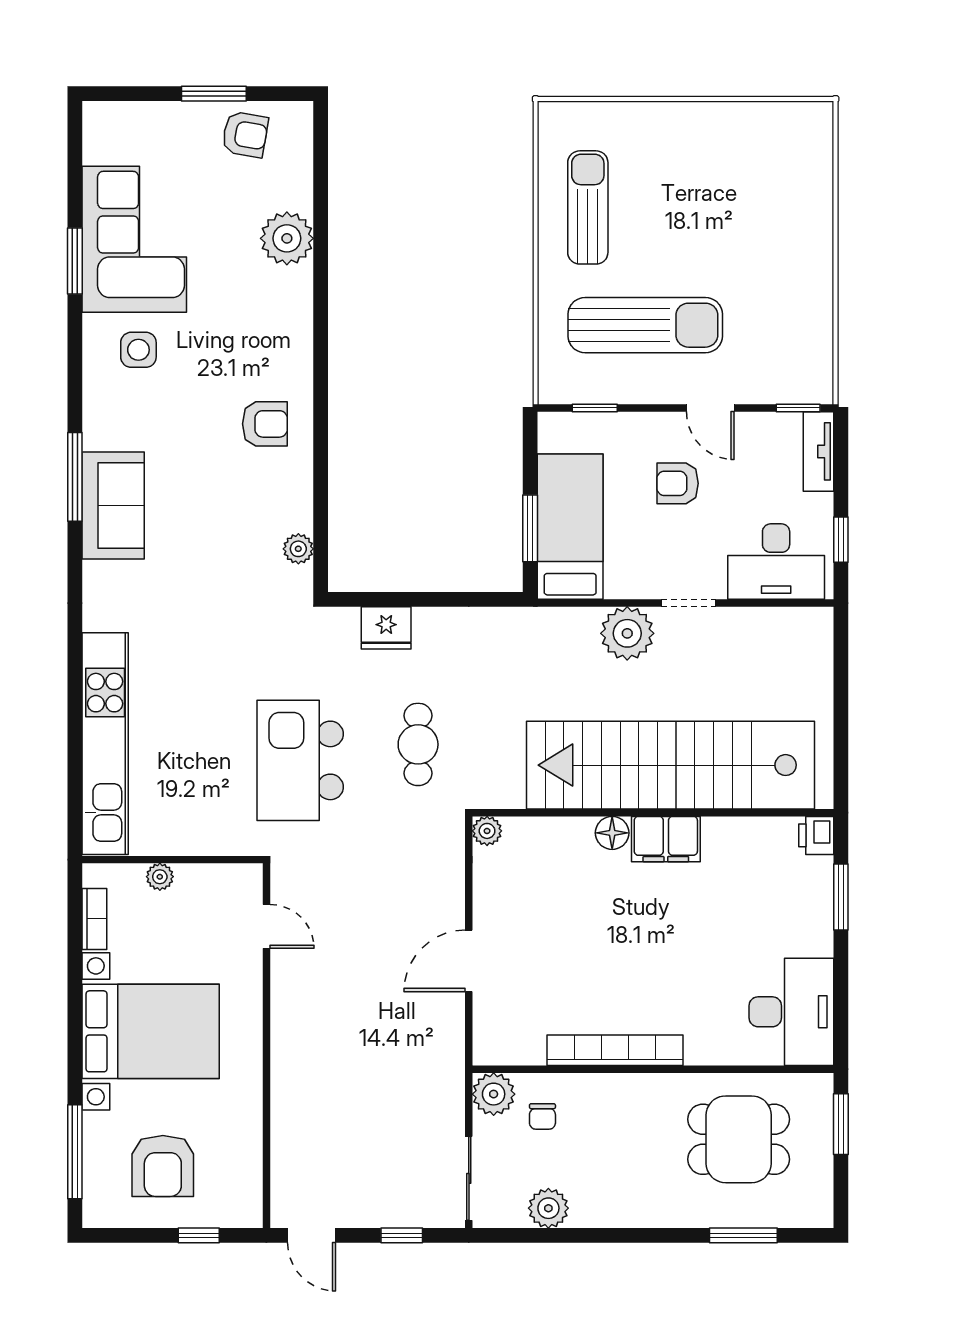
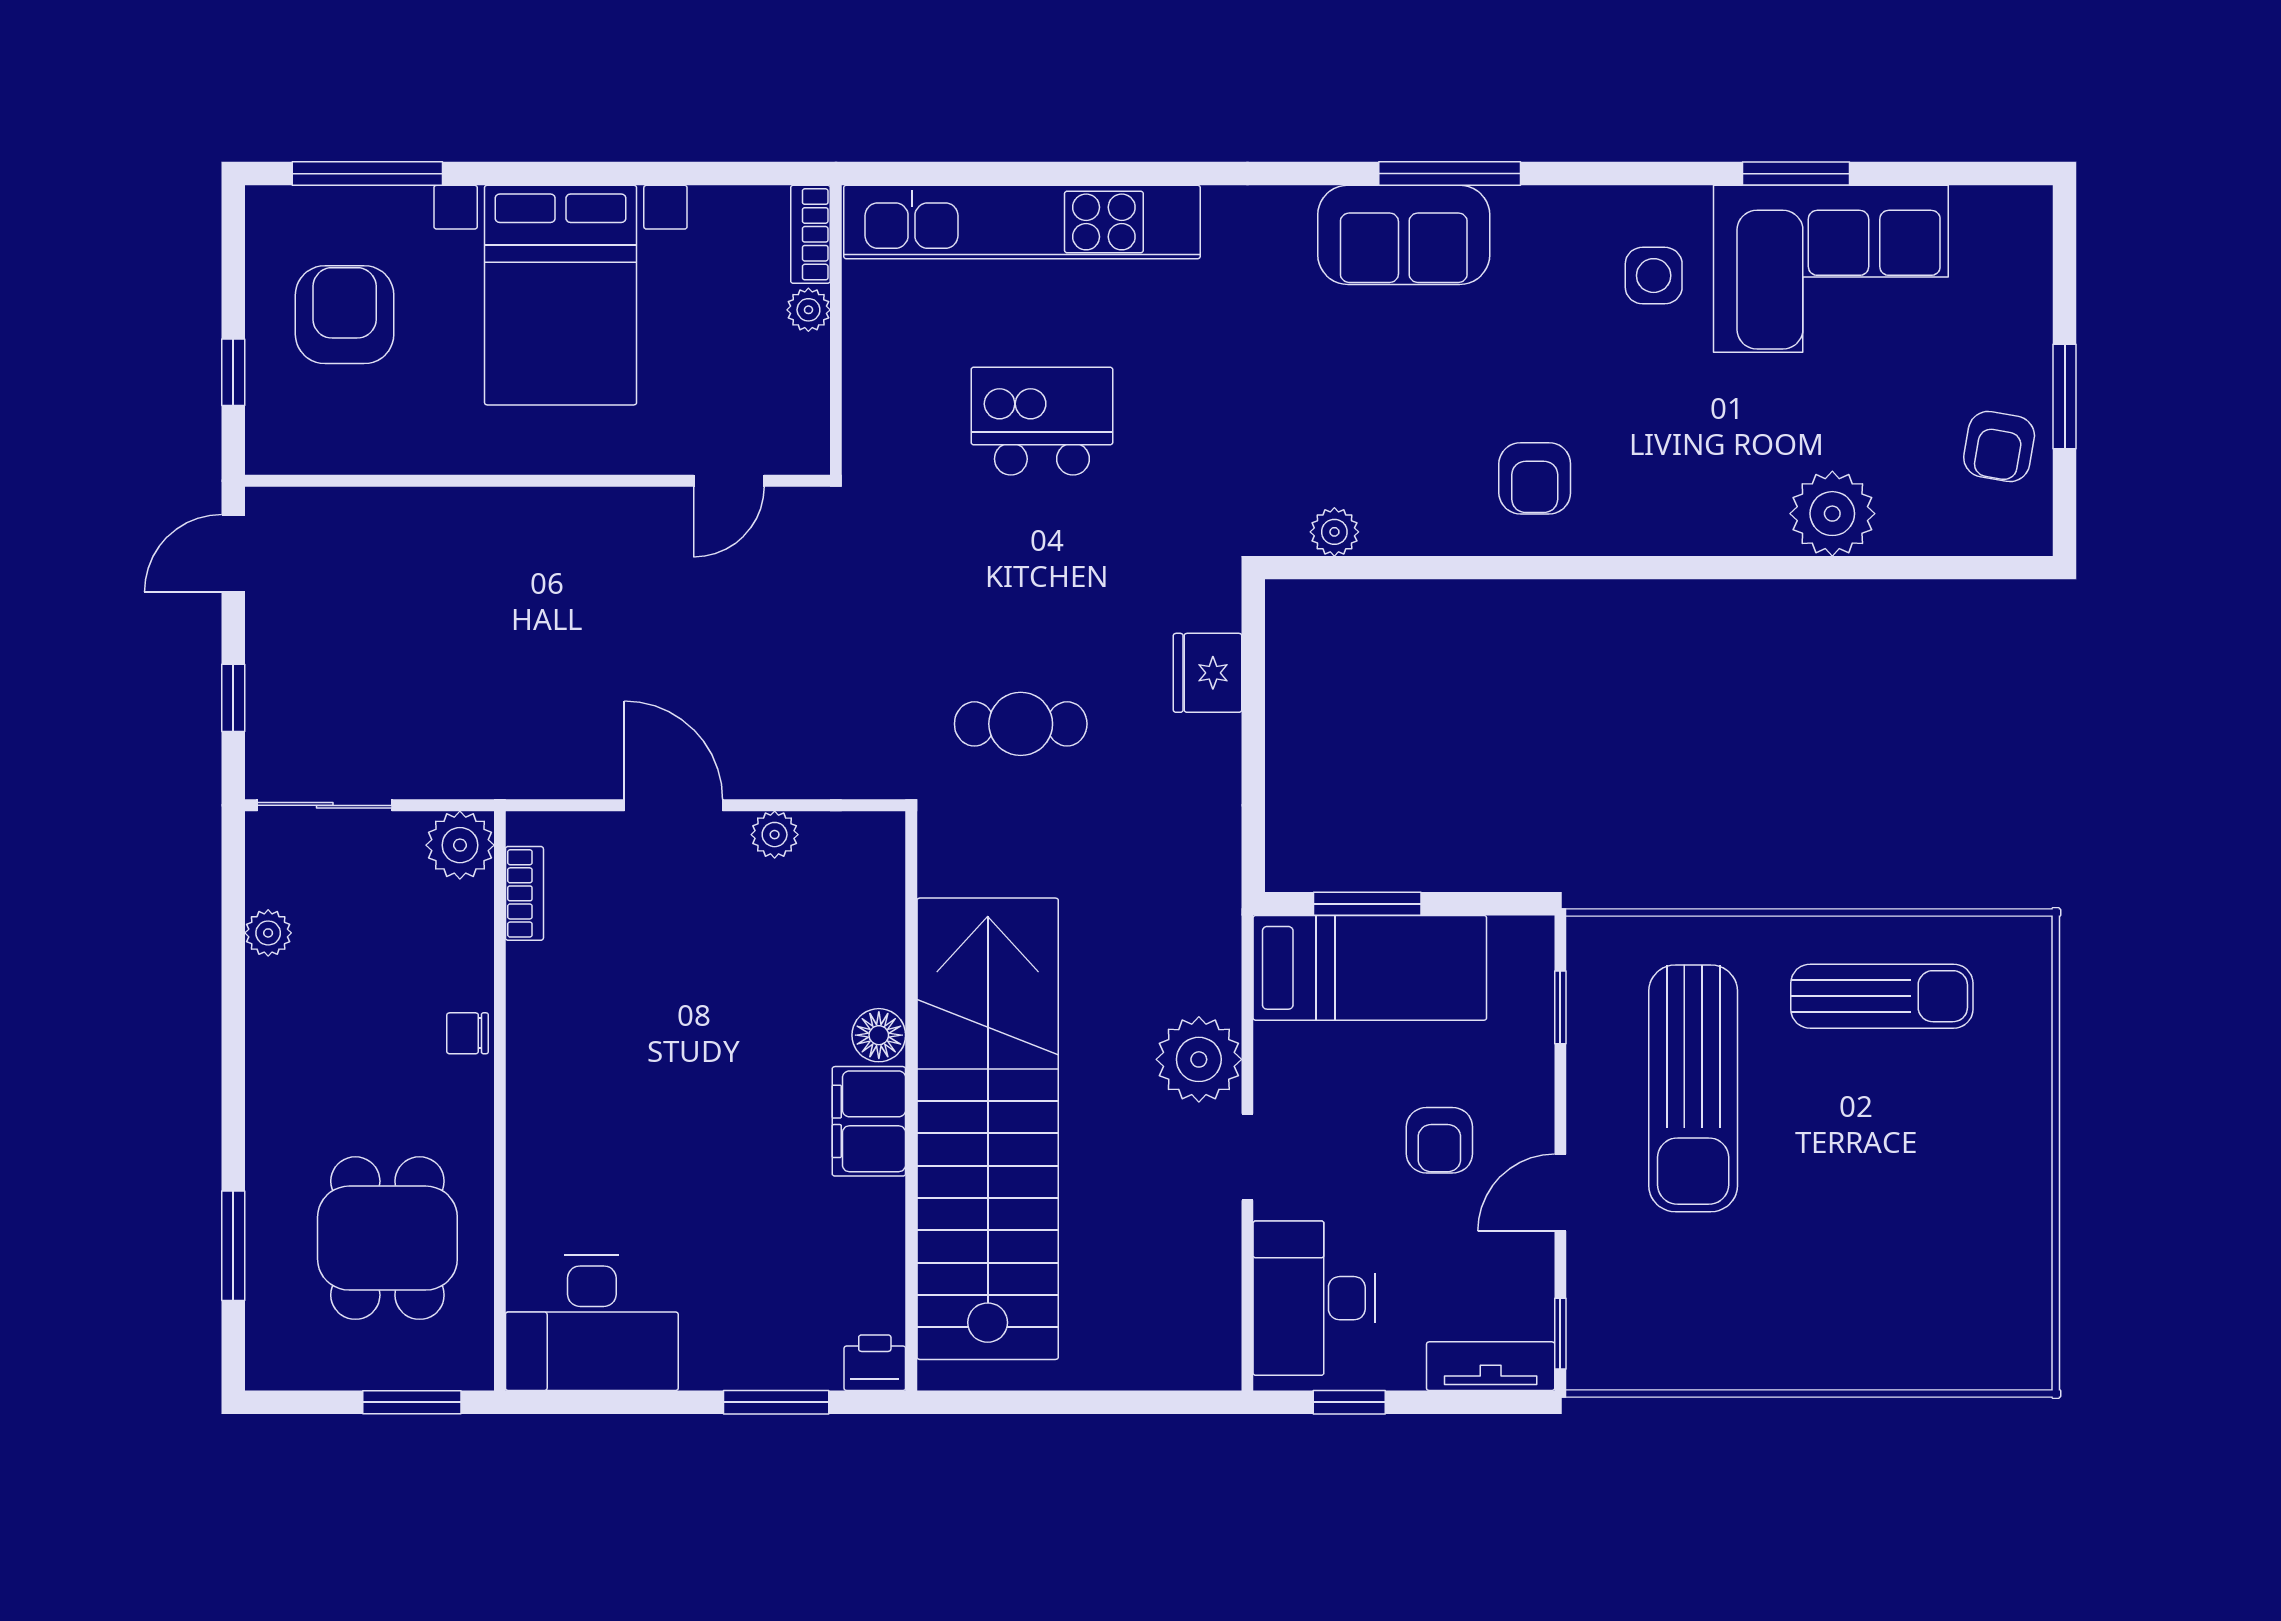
armchair: (678, 483) -> (1439, 1140), turned 180
kitchen island: (300, 760) -> (1042, 421), moved, width x0.73, depth x0.78
plant: (487, 831) -> (775, 835), moved
bookcase: (94, 919) -> (810, 234), moved, turned 90
bookcase: (615, 1050) -> (524, 893), moved, width x0.43, depth x0.76
chair: (542, 1116) -> (468, 1033), moved
armchair: (163, 1166) -> (345, 315), turned 90
plant: (548, 1208) -> (268, 933), width x0.73, depth x0.73

